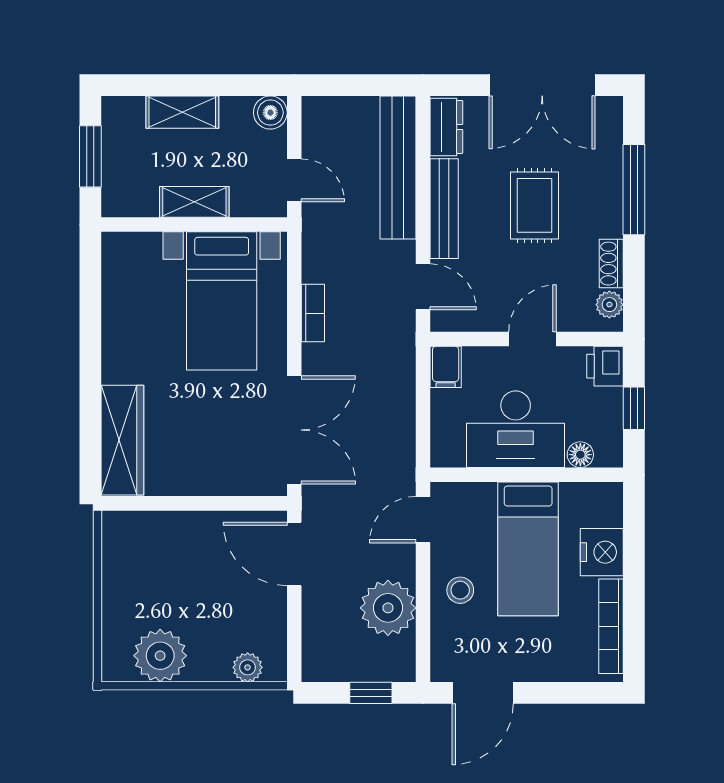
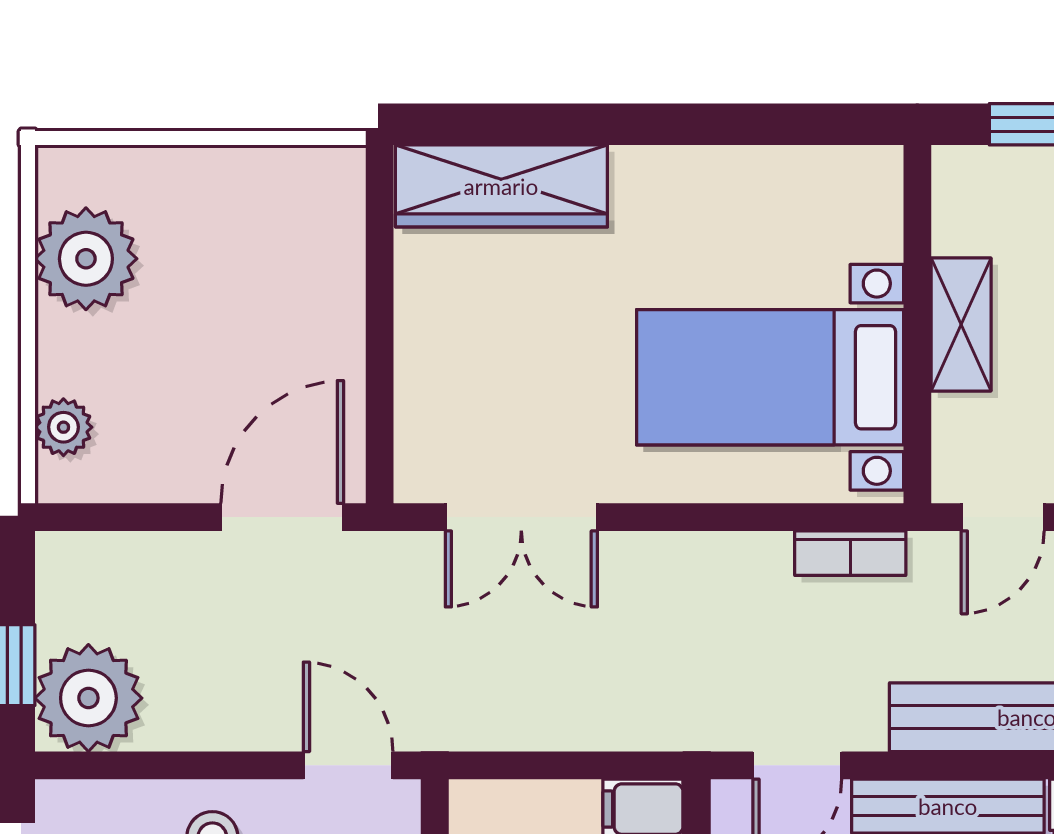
bookcase: (313, 313) -> (850, 553), moved
double door: (294, 430) -> (521, 517), width x0.73
plant: (388, 608) -> (88, 698), moved

